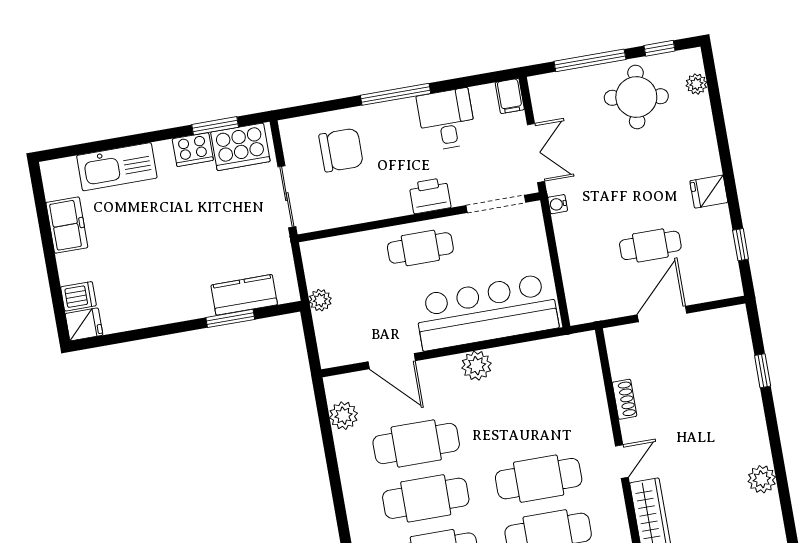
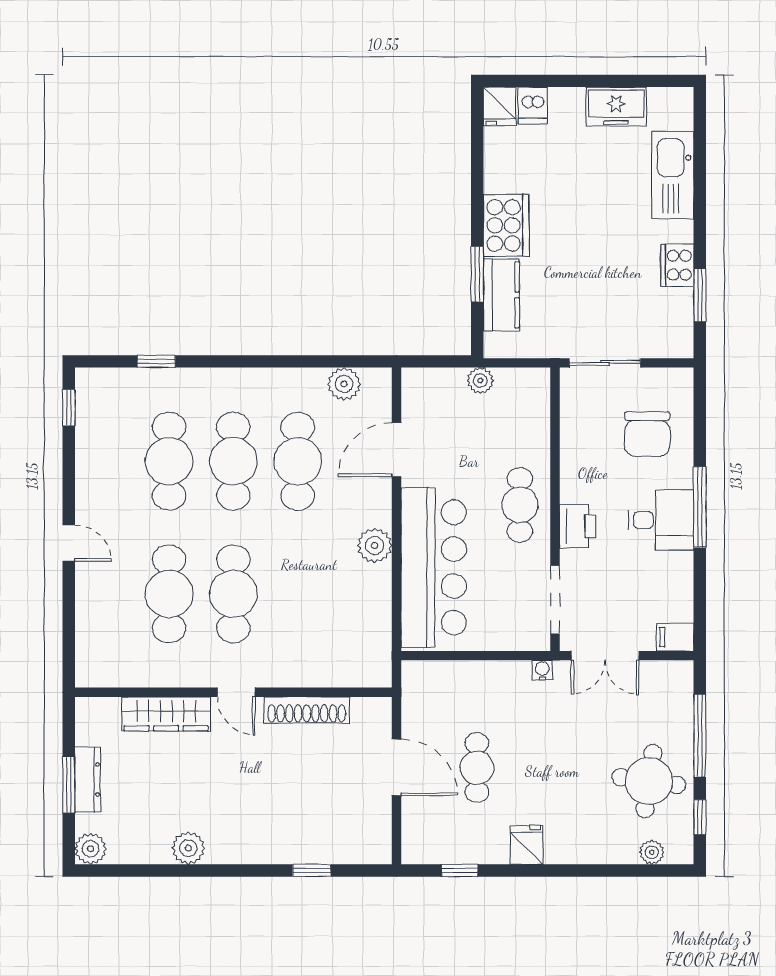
desk: (447, 119) -> (661, 520), moved
cooker: (240, 147) -> (506, 225), moved, turned 180
shoe rack: (624, 399) -> (307, 710), width x1.94, depth x1.24

